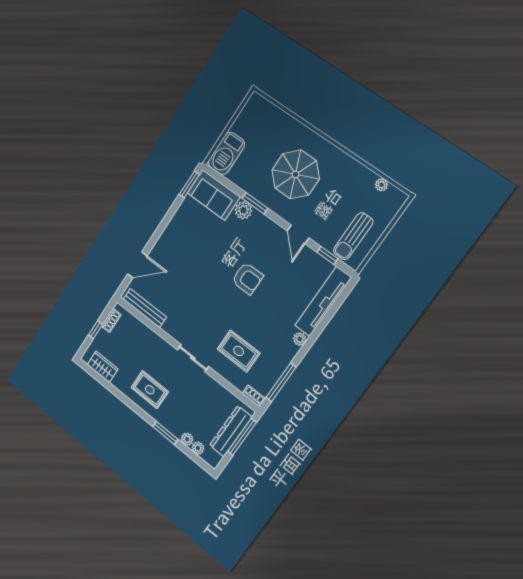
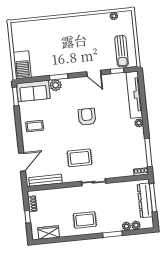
parasol: (296, 174) -> (67, 46), removed
coffee table: (182, 237) -> (35, 126), added
armchair: (247, 278) -> (87, 117), turned -90
rug: (239, 351) -> (80, 158), moved

